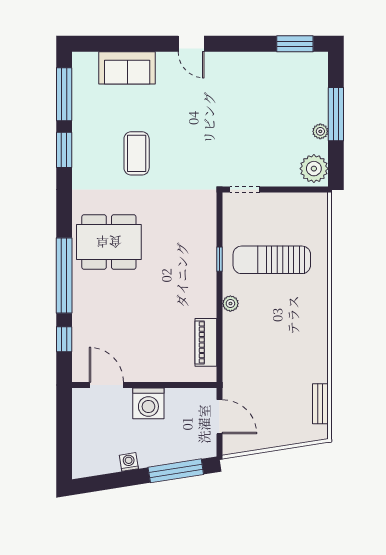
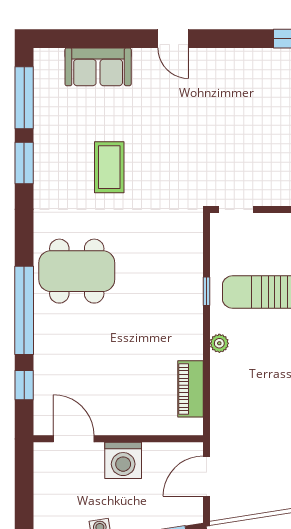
door: (219, 417) -> (206, 476), swing flipped

